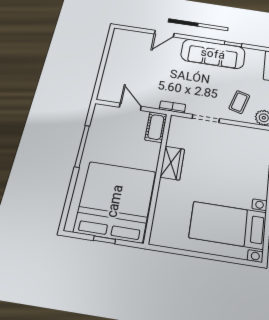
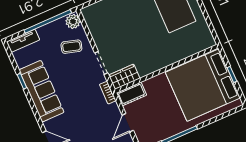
wardrobe: (172, 163) -> (124, 77), moved

